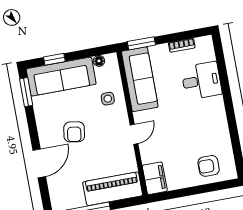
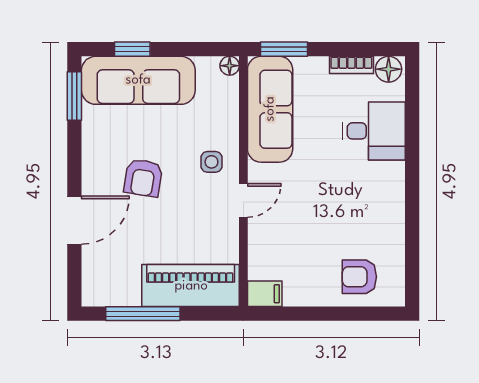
floor lamp: (203, 44) -> (389, 69), added
floor lamp: (99, 61) -> (230, 66), moved
side table: (108, 99) -> (211, 162), moved
filing cabinet: (155, 178) -> (265, 294), width x0.50

